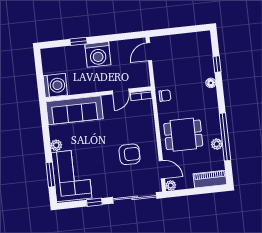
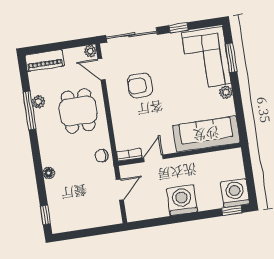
window: (78, 41) -> (232, 210), moved
door: (149, 52) -> (120, 190), moved
window: (217, 64) -> (45, 215), moved
washing machine: (55, 85) -> (235, 193), moved, turned 90
dining table: (183, 135) -> (78, 111), turned 90
window: (225, 137) -> (29, 111), width x0.68

